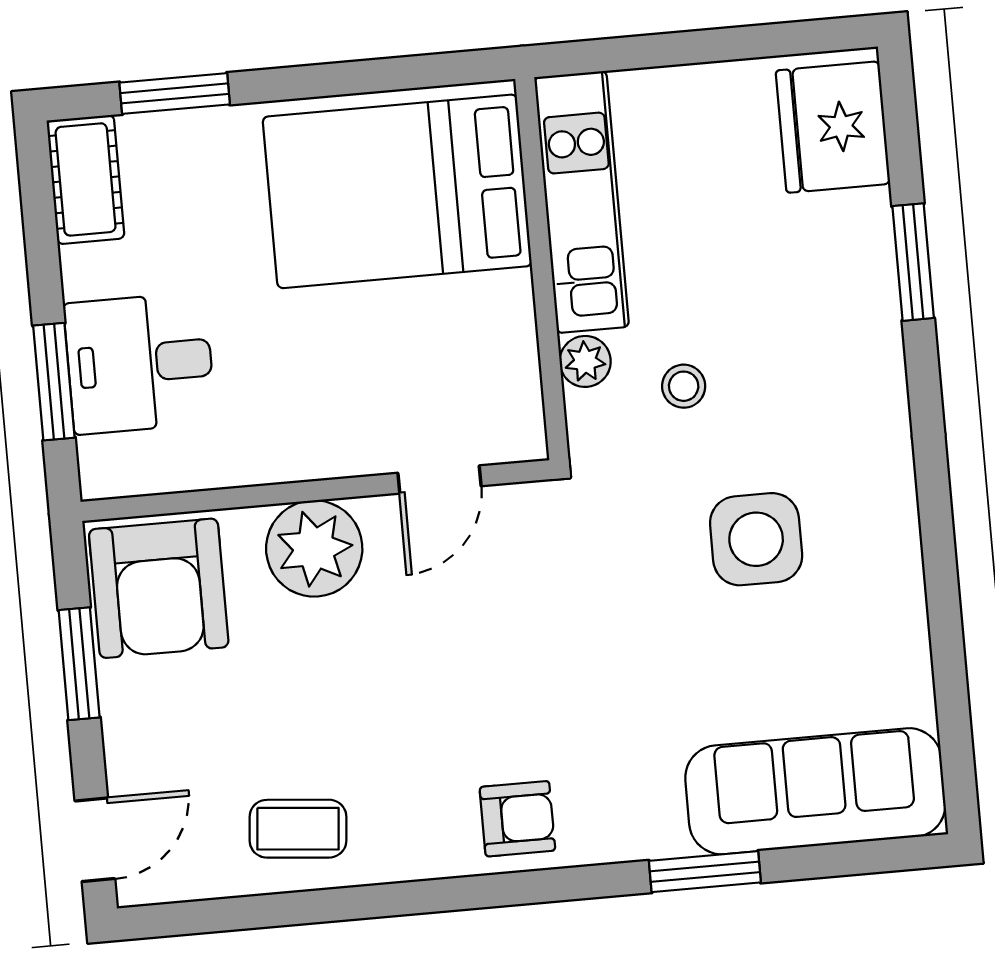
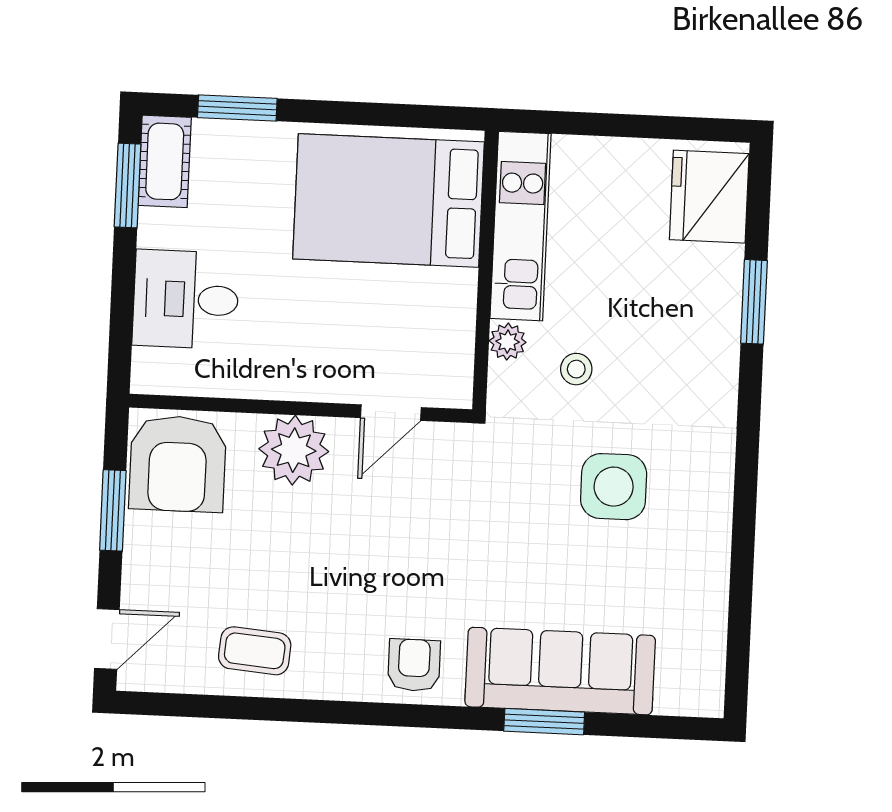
window: (54, 382) -> (128, 186), moved
sofa: (815, 791) -> (560, 671), moved
armchair: (517, 819) -> (414, 665), turned -90

